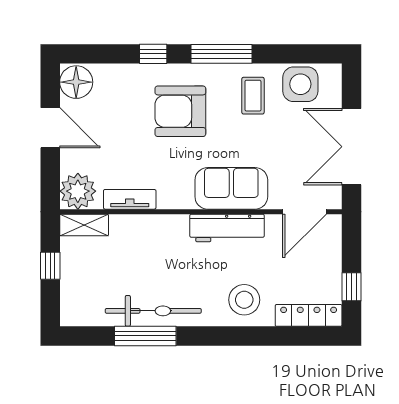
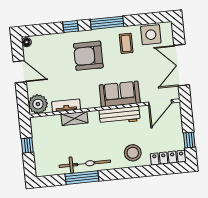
floor lamp: (76, 82) -> (27, 42), width x0.53, depth x0.53
shelving: (84, 225) -> (75, 118), moved

